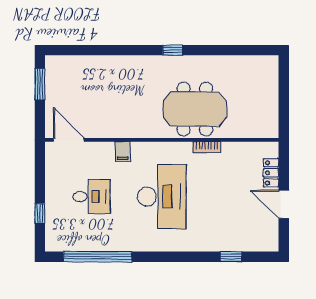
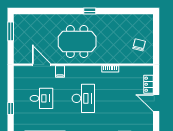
chair: (255, 107) -> (139, 45), added
meeting table: (195, 109) -> (77, 42), moved
door: (69, 140) -> (42, 65), moved
desk: (162, 197) -> (83, 98), width x0.73, depth x0.77

